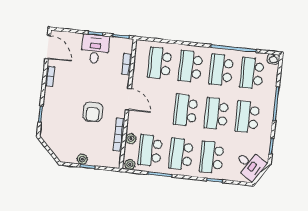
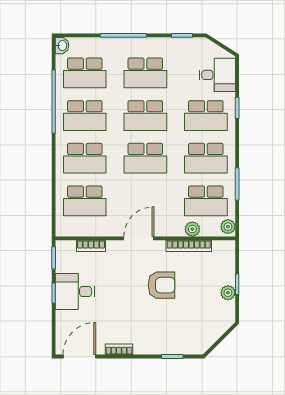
desk: (250, 165) -> (217, 75), moved, turned 57

